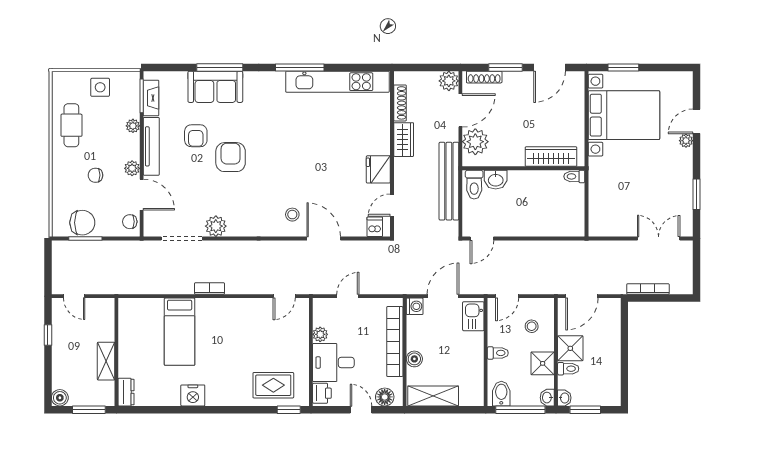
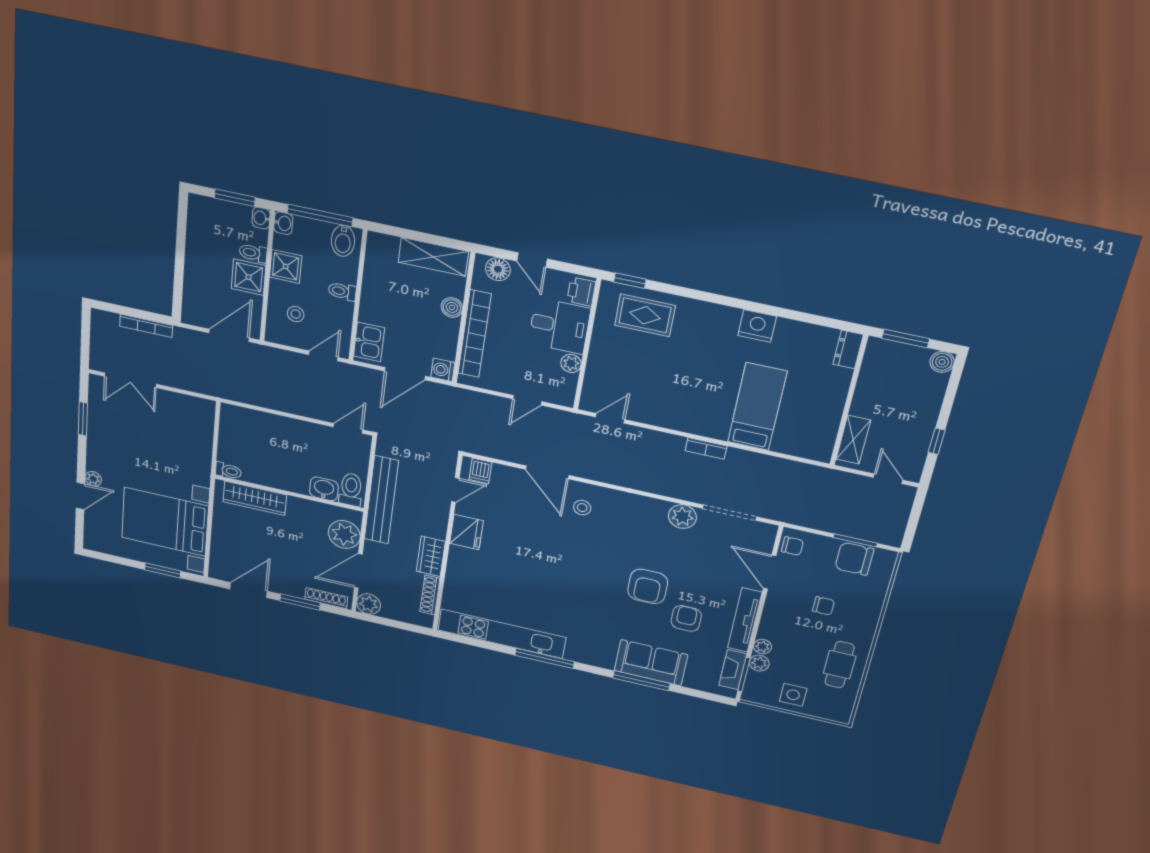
plant: (132, 168) -> (759, 663), moved
shelving: (106, 361) -> (853, 440), moved

